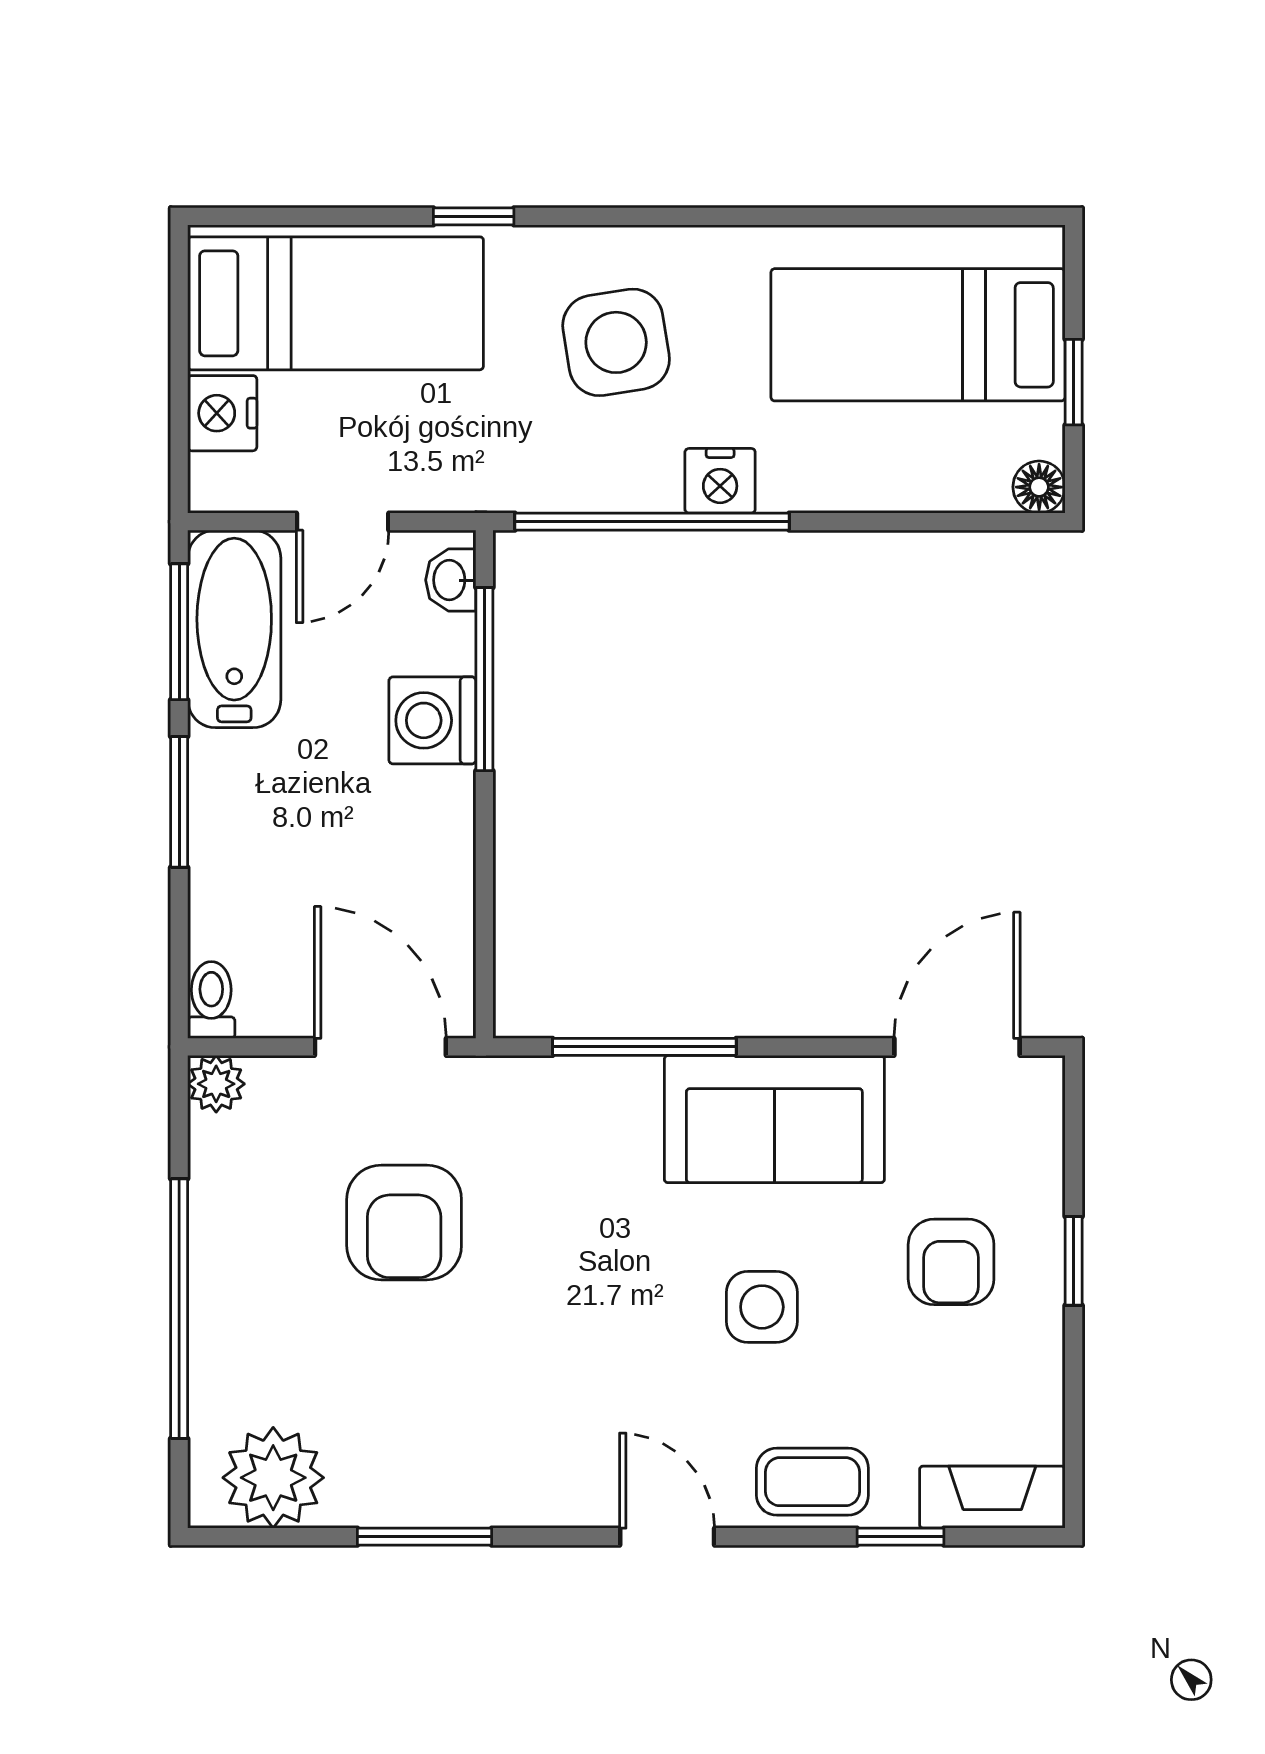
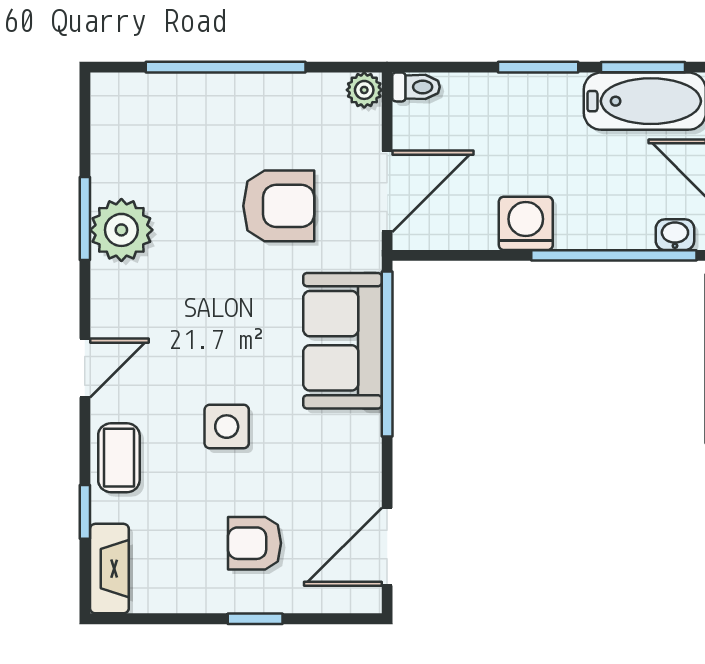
window: (484, 679) -> (614, 255), width x1.46
washing machine: (432, 720) -> (526, 223), moved
window: (644, 1047) -> (387, 354), width x1.46
door: (957, 1047) -> (387, 547), swing flipped
sofa: (774, 1119) -> (343, 341), moved
armchair: (404, 1223) -> (279, 206), turned 180
plant: (273, 1478) -> (121, 230), moved

